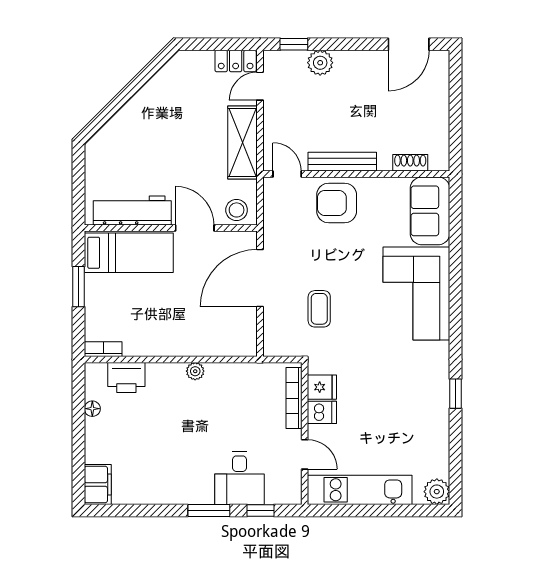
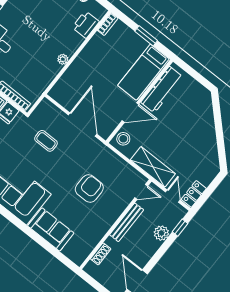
bench: (342, 162) -> (127, 222), moved
shoe rack: (410, 163) -> (101, 254), moved
door: (287, 174) -> (141, 192), moved
wall: (356, 174) -> (115, 224), moved

